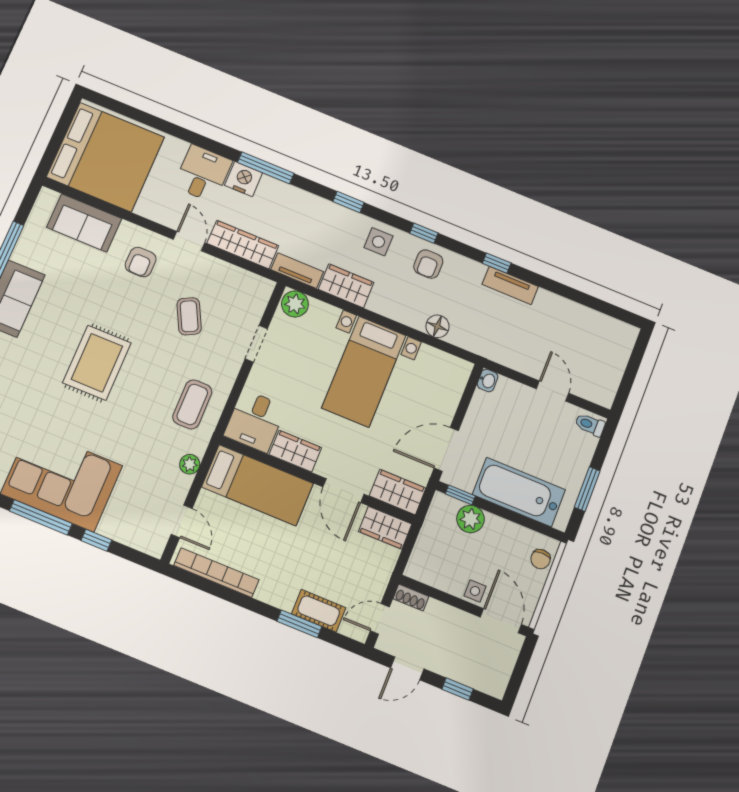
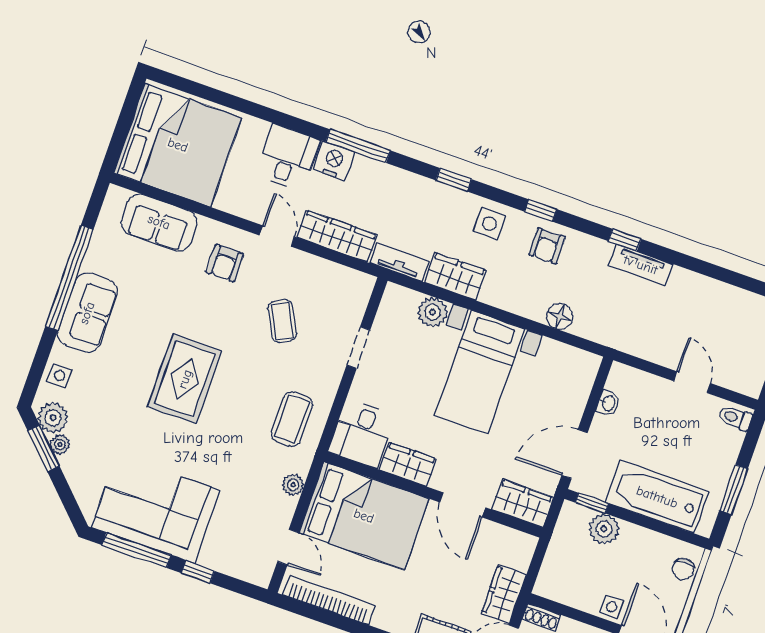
plant: (295, 304) -> (433, 312), moved
washbasin: (488, 380) -> (608, 403), moved
bed: (257, 485) -> (364, 516), width x1.50
wardrobe: (385, 528) -> (504, 594), moved, turned 90

